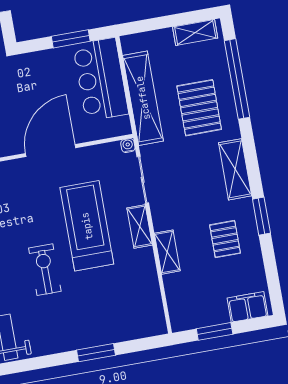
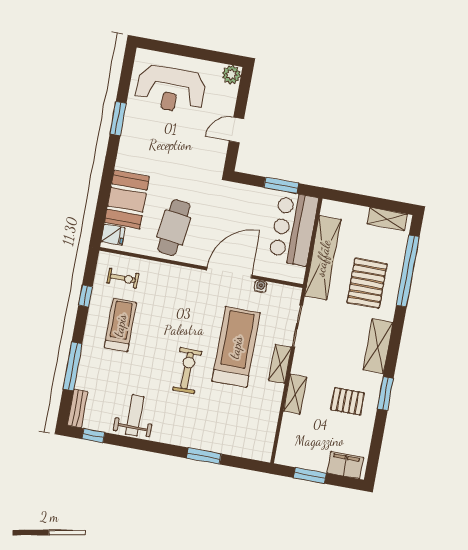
water cooler: (128, 146) -> (261, 286), moved
pallet: (225, 239) -> (348, 401), turned 90

